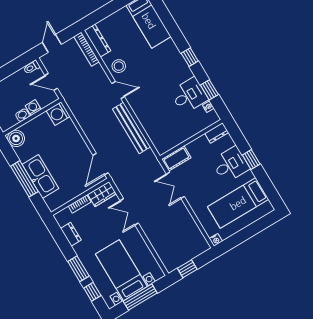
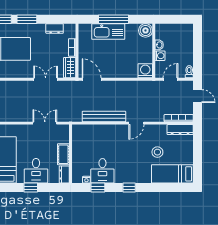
stool: (119, 66) -> (157, 152), moved
cot: (176, 158) -> (63, 154), moved

